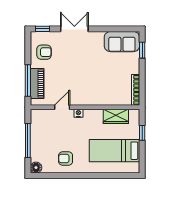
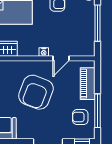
armchair: (86, 76) -> (36, 92), added
window: (28, 81) -> (97, 111), moved

